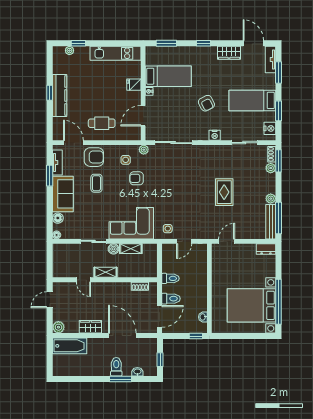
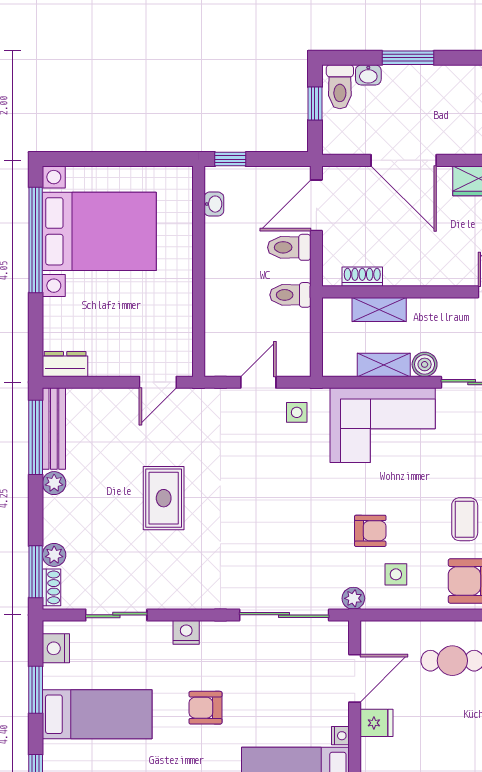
fridge: (134, 85) -> (376, 723), moved
armchair: (206, 103) -> (205, 708), turned -63
shelving: (105, 272) -> (379, 309), moved
toilet: (116, 367) -> (340, 87), moved

